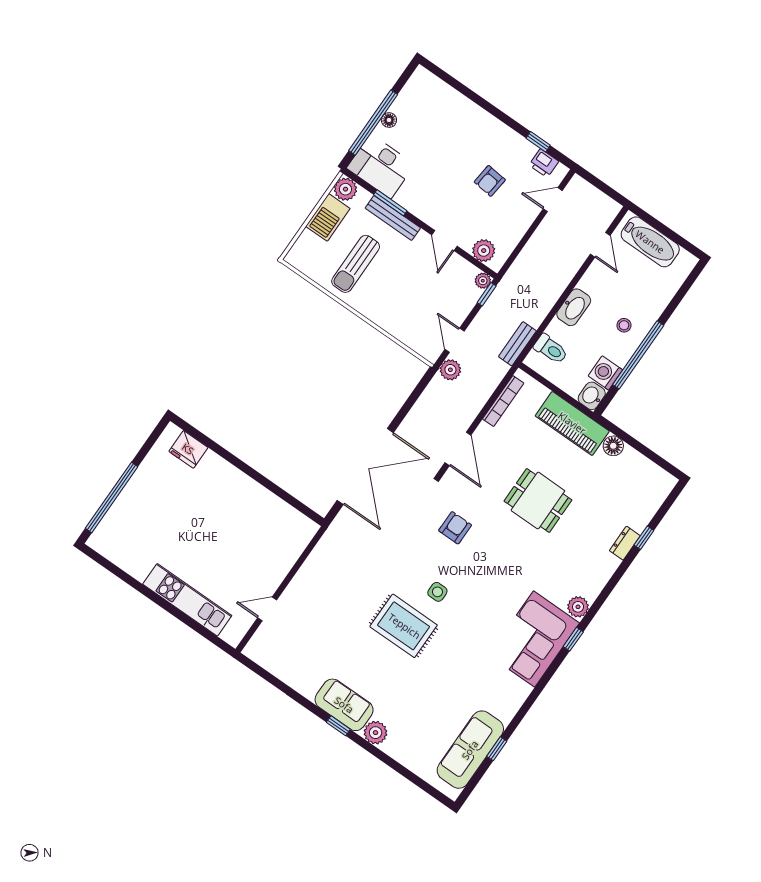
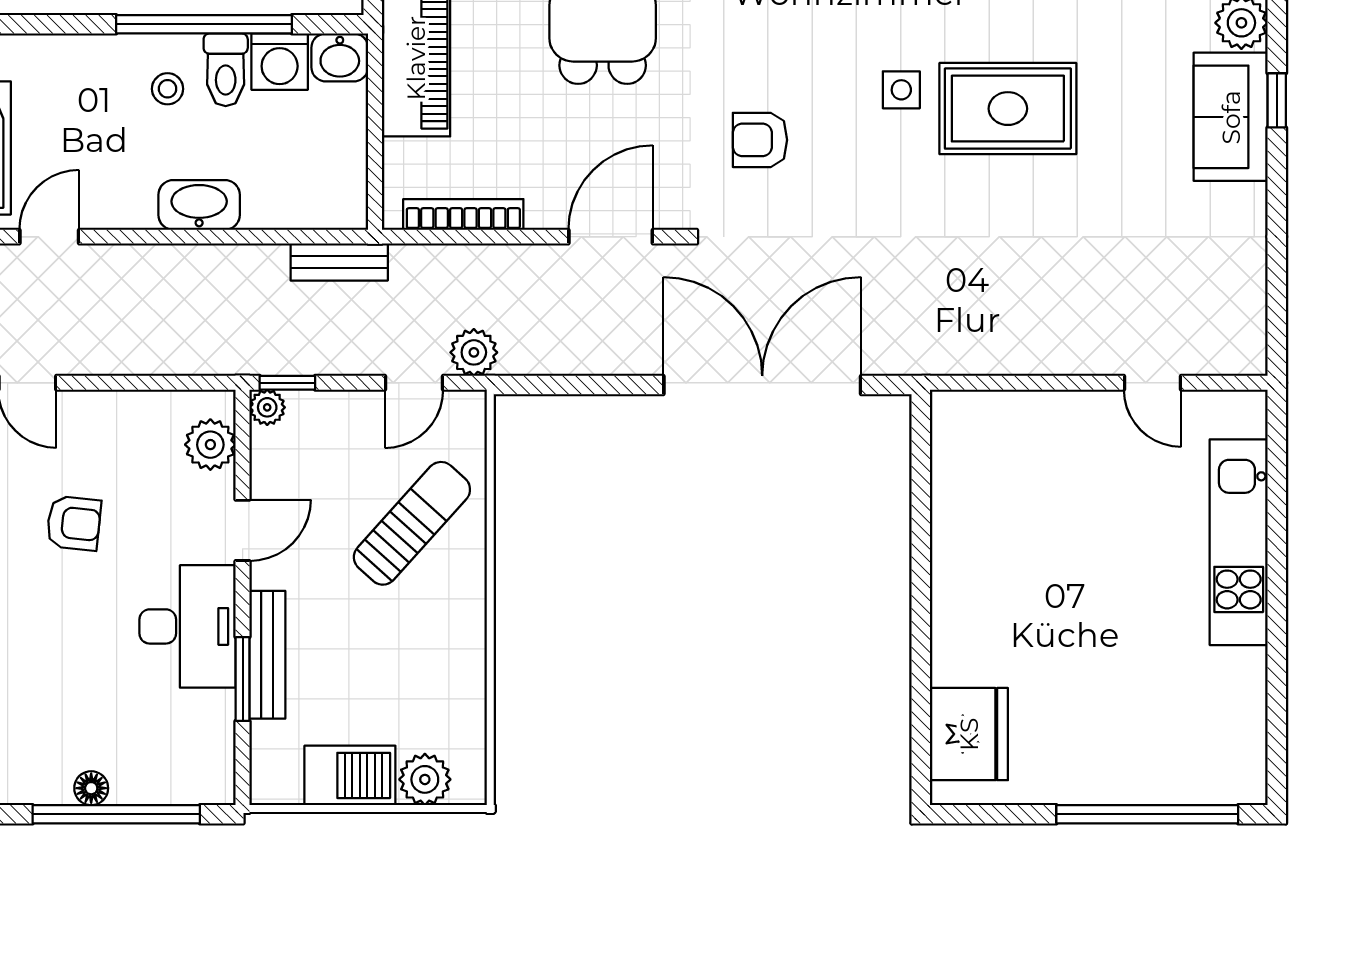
desk: (381, 166) -> (188, 626), moved
plant: (345, 189) -> (425, 779), moved
sun lounger: (356, 264) -> (412, 523), moved, turned -48
toilet: (551, 349) -> (226, 70), moved, turned 180
fridge: (188, 449) -> (969, 734), width x1.36, depth x1.34
rug: (404, 626) -> (1008, 109), turned 90

